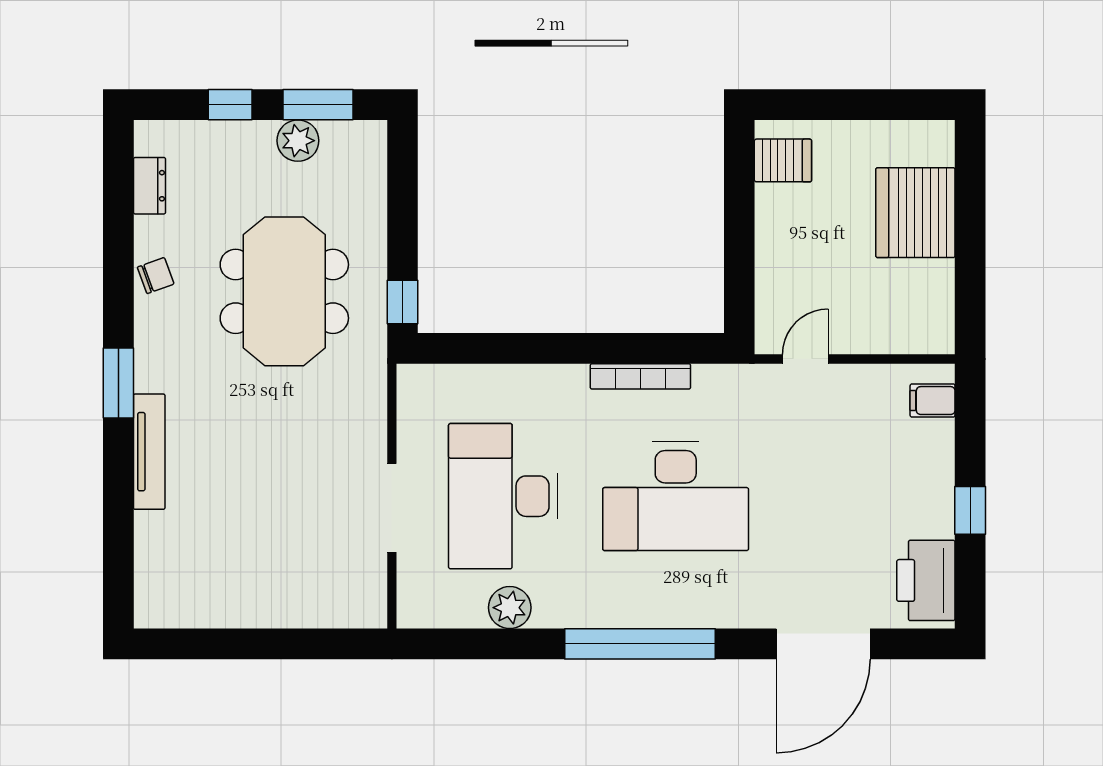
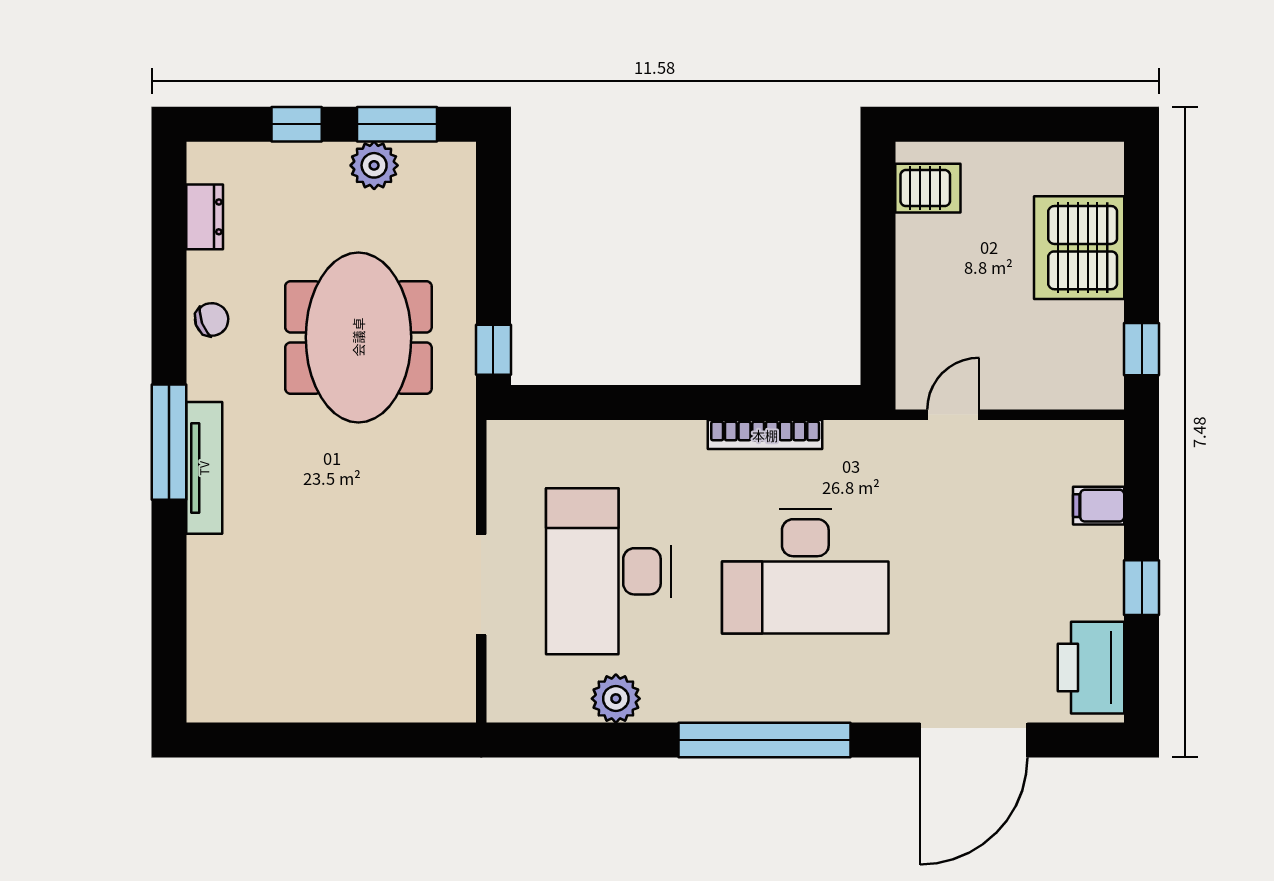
window: (970, 302) -> (1142, 349), added
window: (118, 383) -> (169, 442), width x1.44
filing cabinet: (933, 401) -> (1099, 506), moved
tv unit: (149, 452) -> (204, 468), moved

